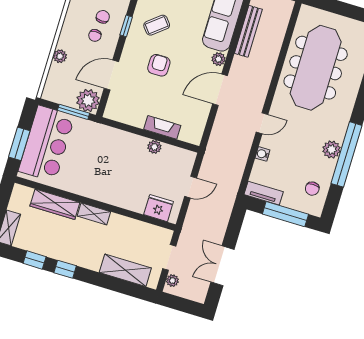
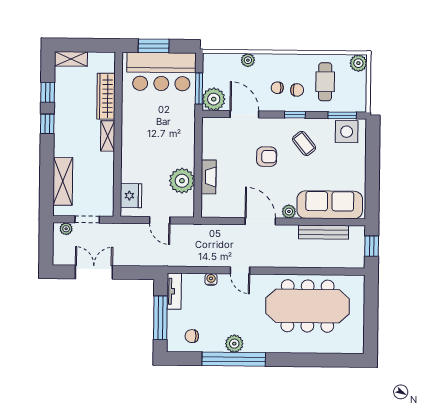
plant: (154, 147) -> (182, 181), width x1.87, depth x1.87

